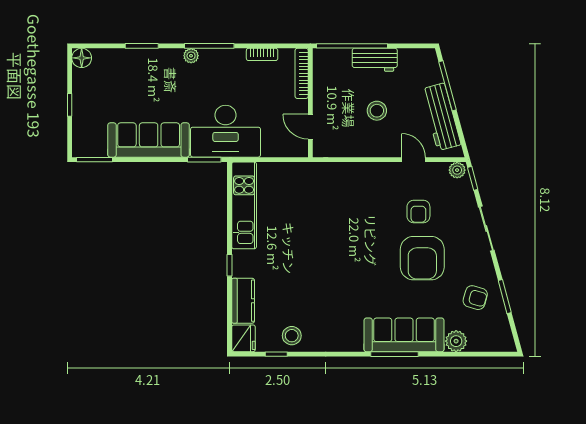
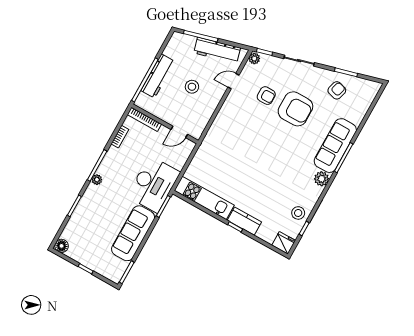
workbench: (375, 60) -> (158, 76), width x1.38
kitchen counter: (243, 301) -> (244, 221), moved
plant: (456, 341) -> (322, 179), moved

